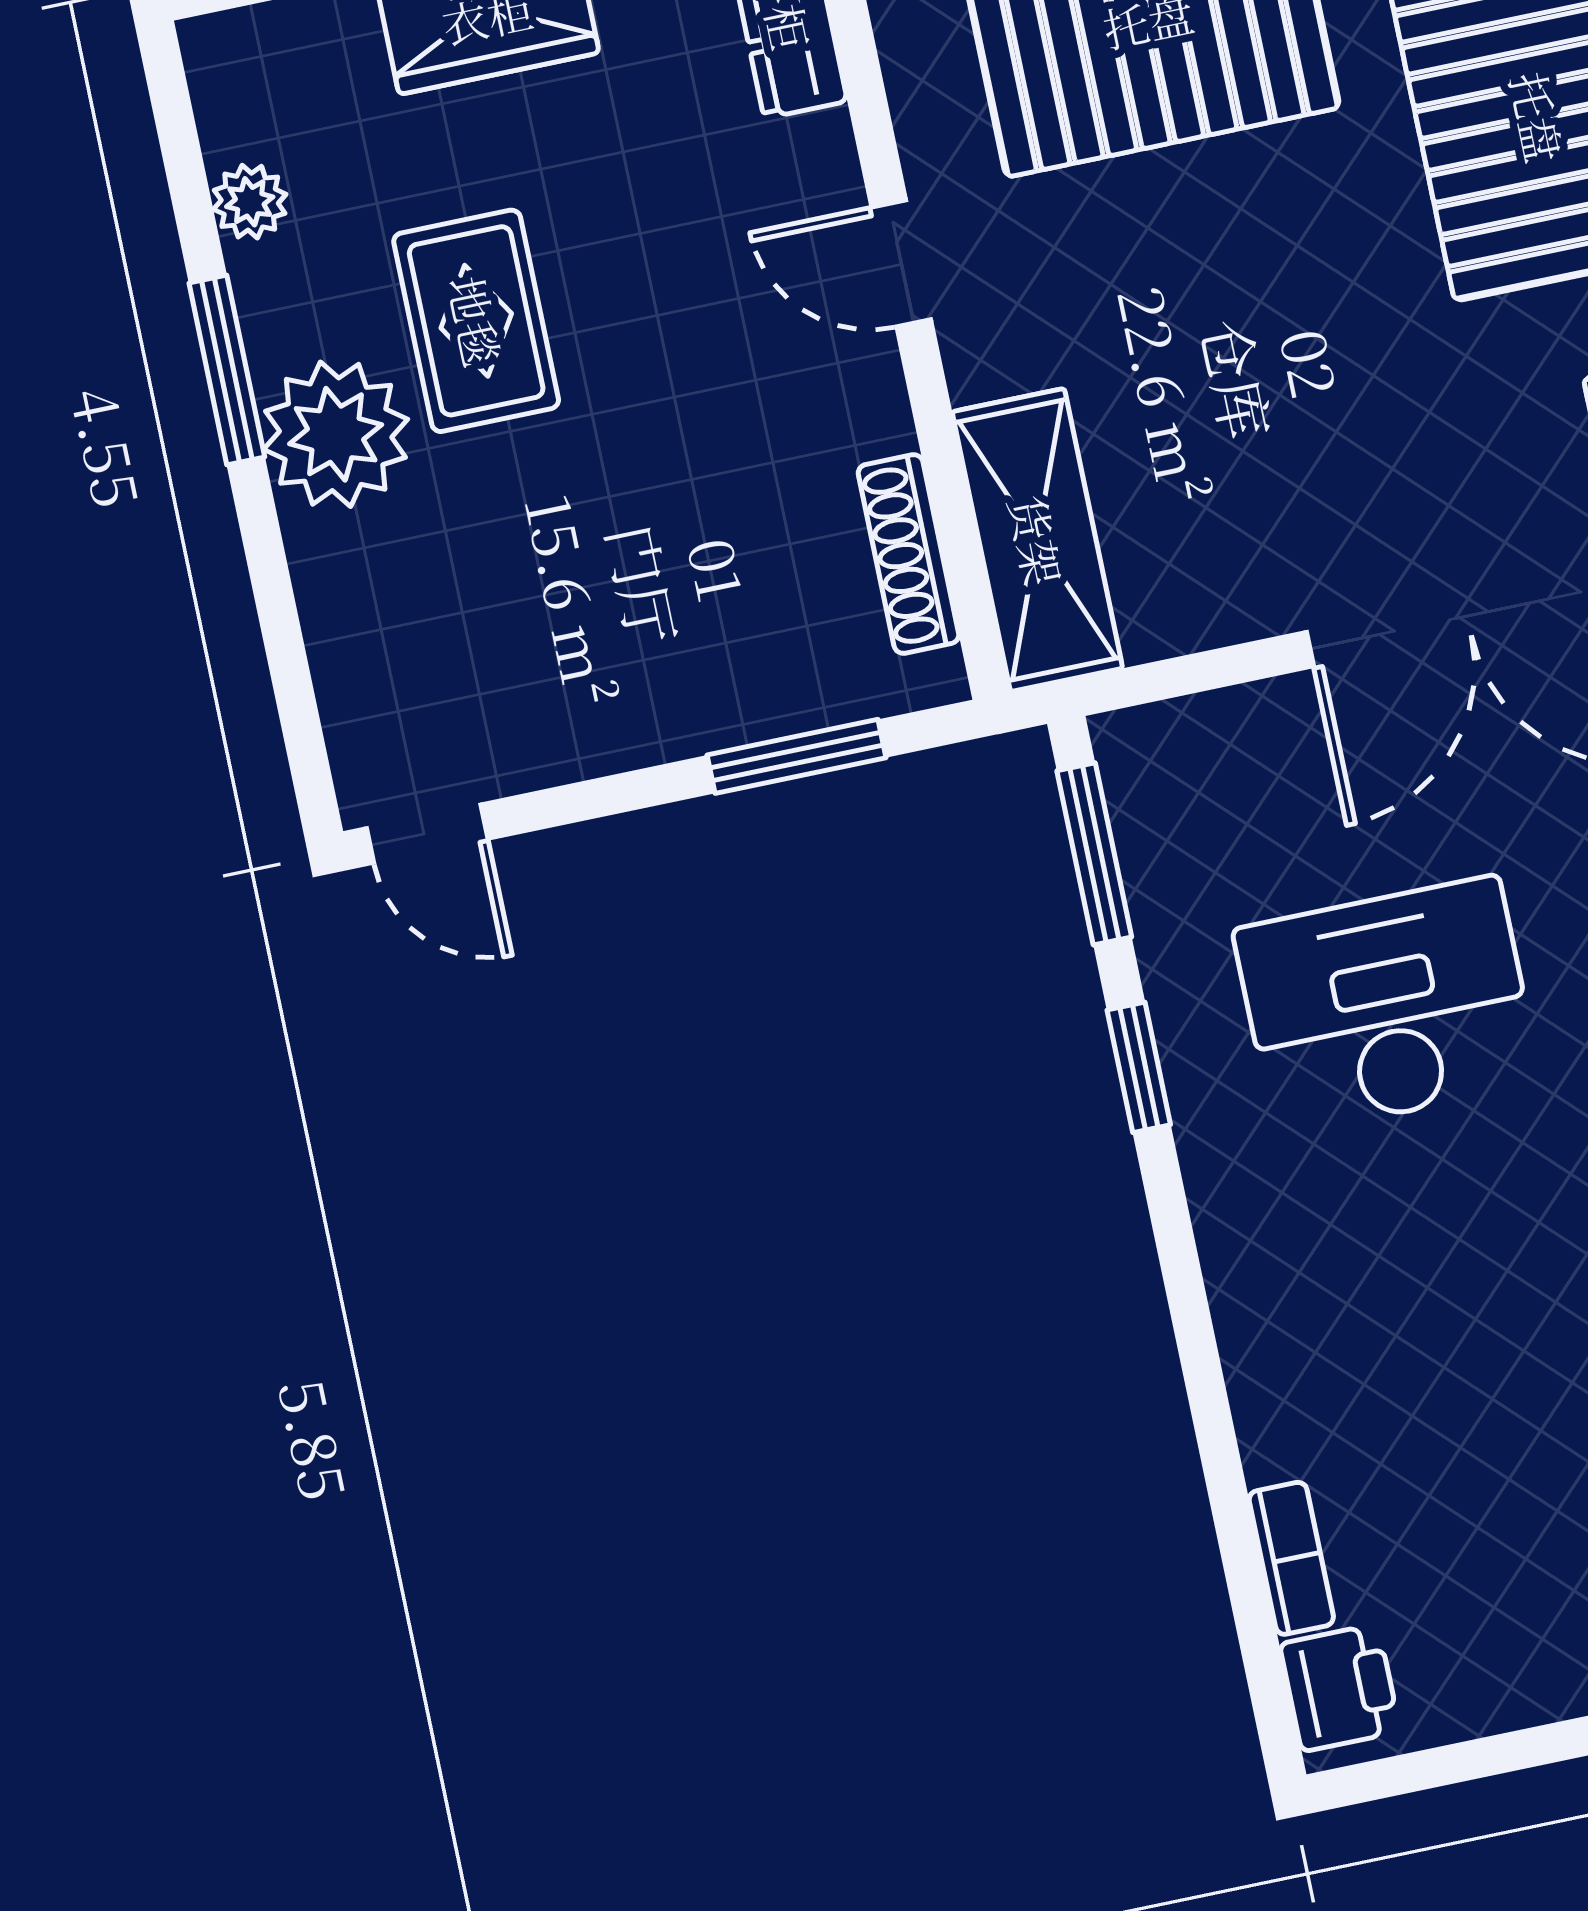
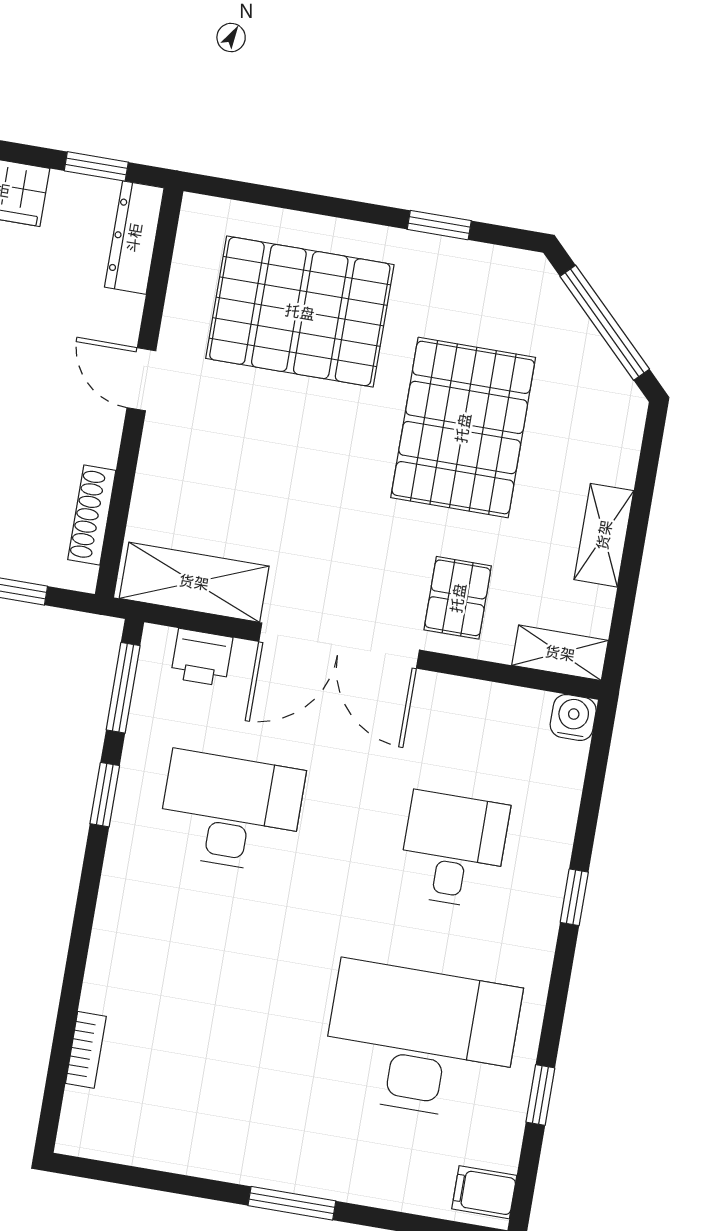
shelving: (1037, 540) -> (194, 582), moved, turned 90
printer: (1340, 1688) -> (202, 657), moved, turned 90

